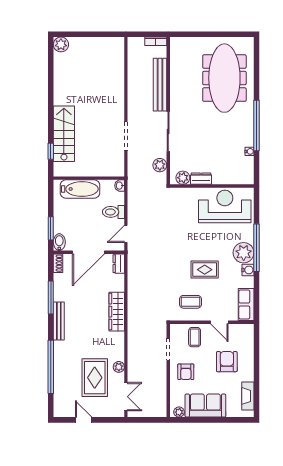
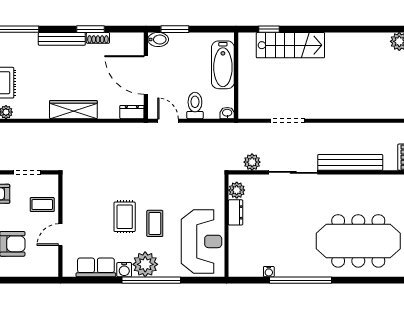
shoe rack: (58, 263) -> (98, 38), moved
window: (51, 298) -> (91, 29), width x0.69
coffee table: (190, 302) -> (155, 223), moved
row of seats: (246, 304) -> (96, 267), moved

